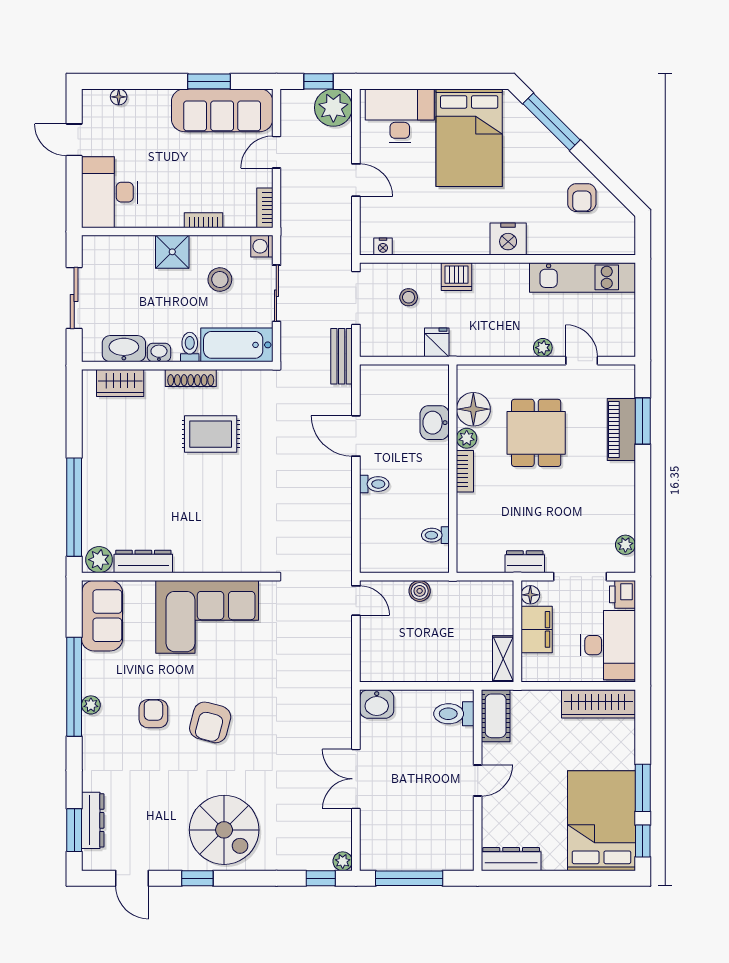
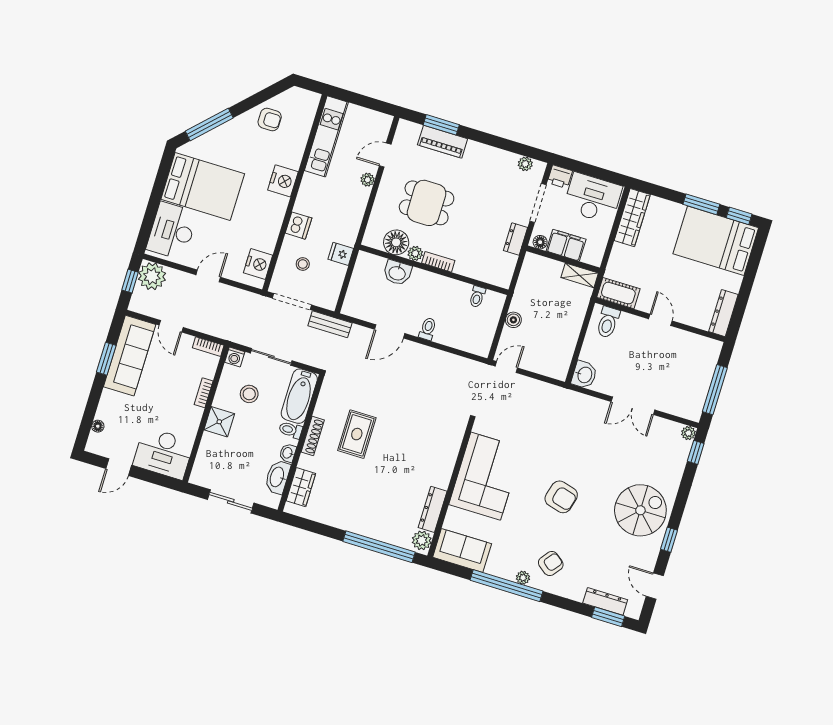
nightstand: (383, 246) -> (258, 264), width x1.89, depth x1.79
armchair: (153, 714) -> (551, 564), moved, turned 128
door: (132, 878) -> (655, 586), swing flipped

